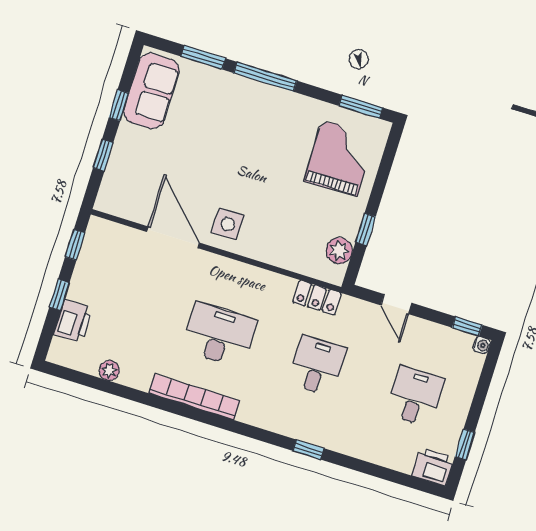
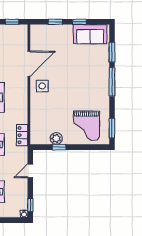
grand piano: (339, 158) -> (87, 126), turned 91
plant: (339, 251) -> (56, 138), moved

